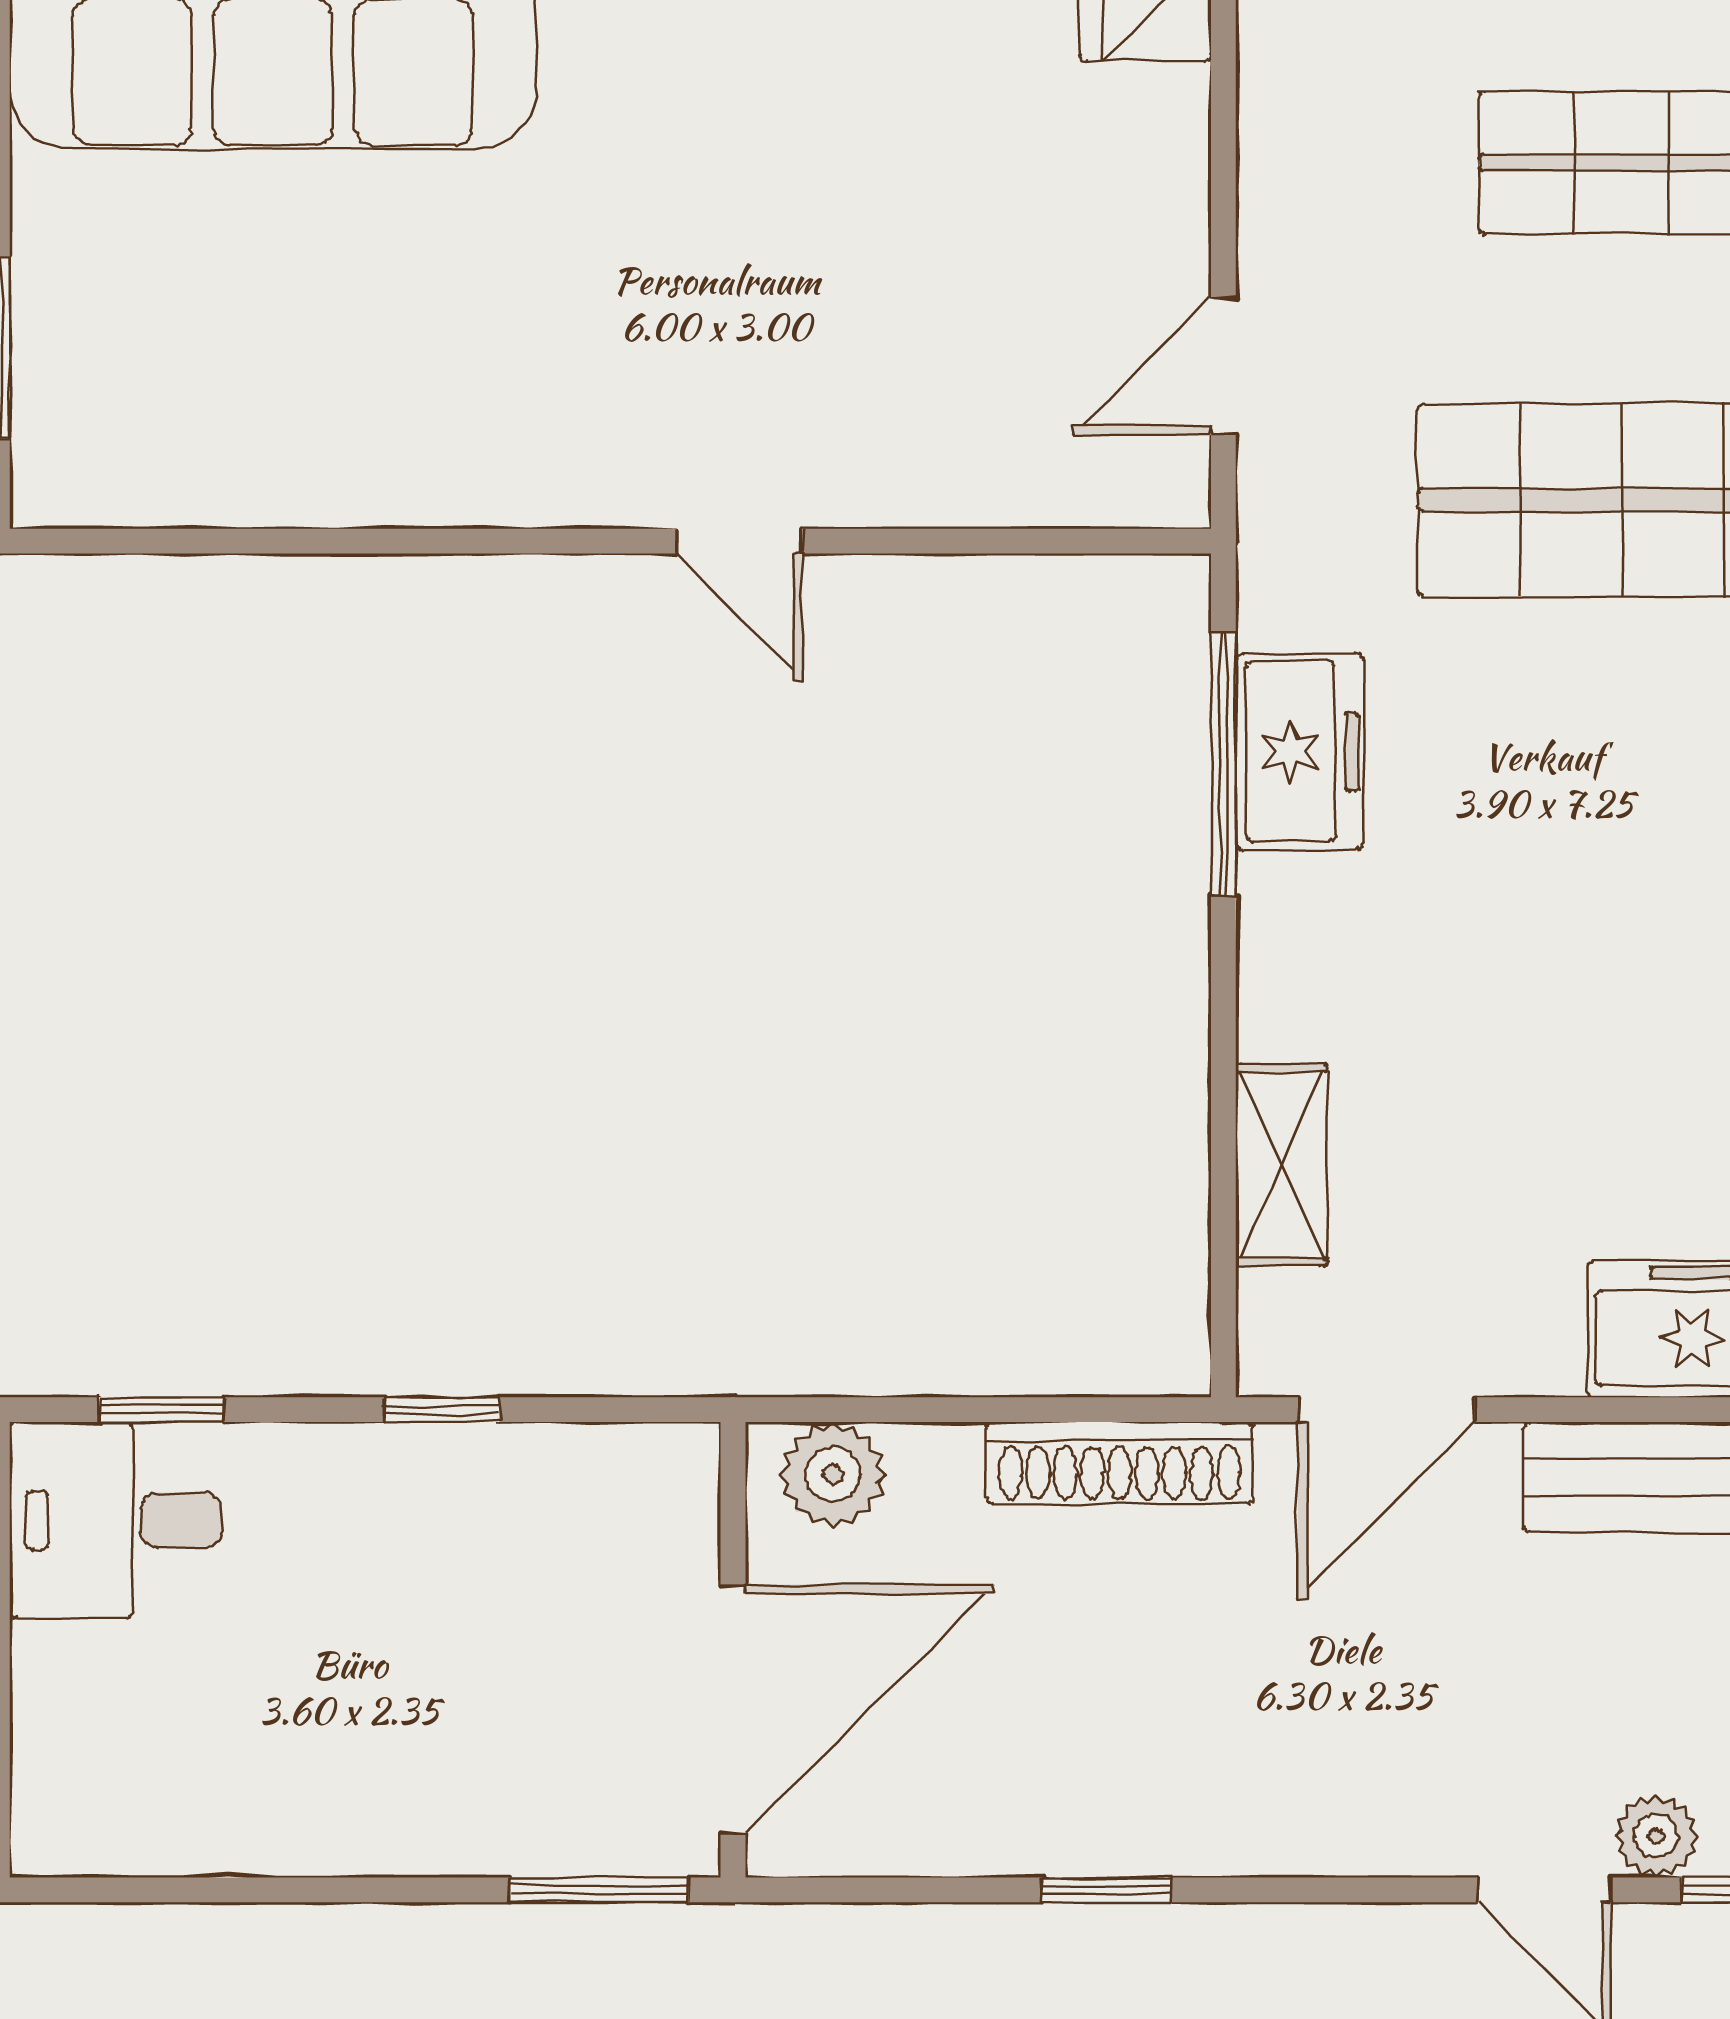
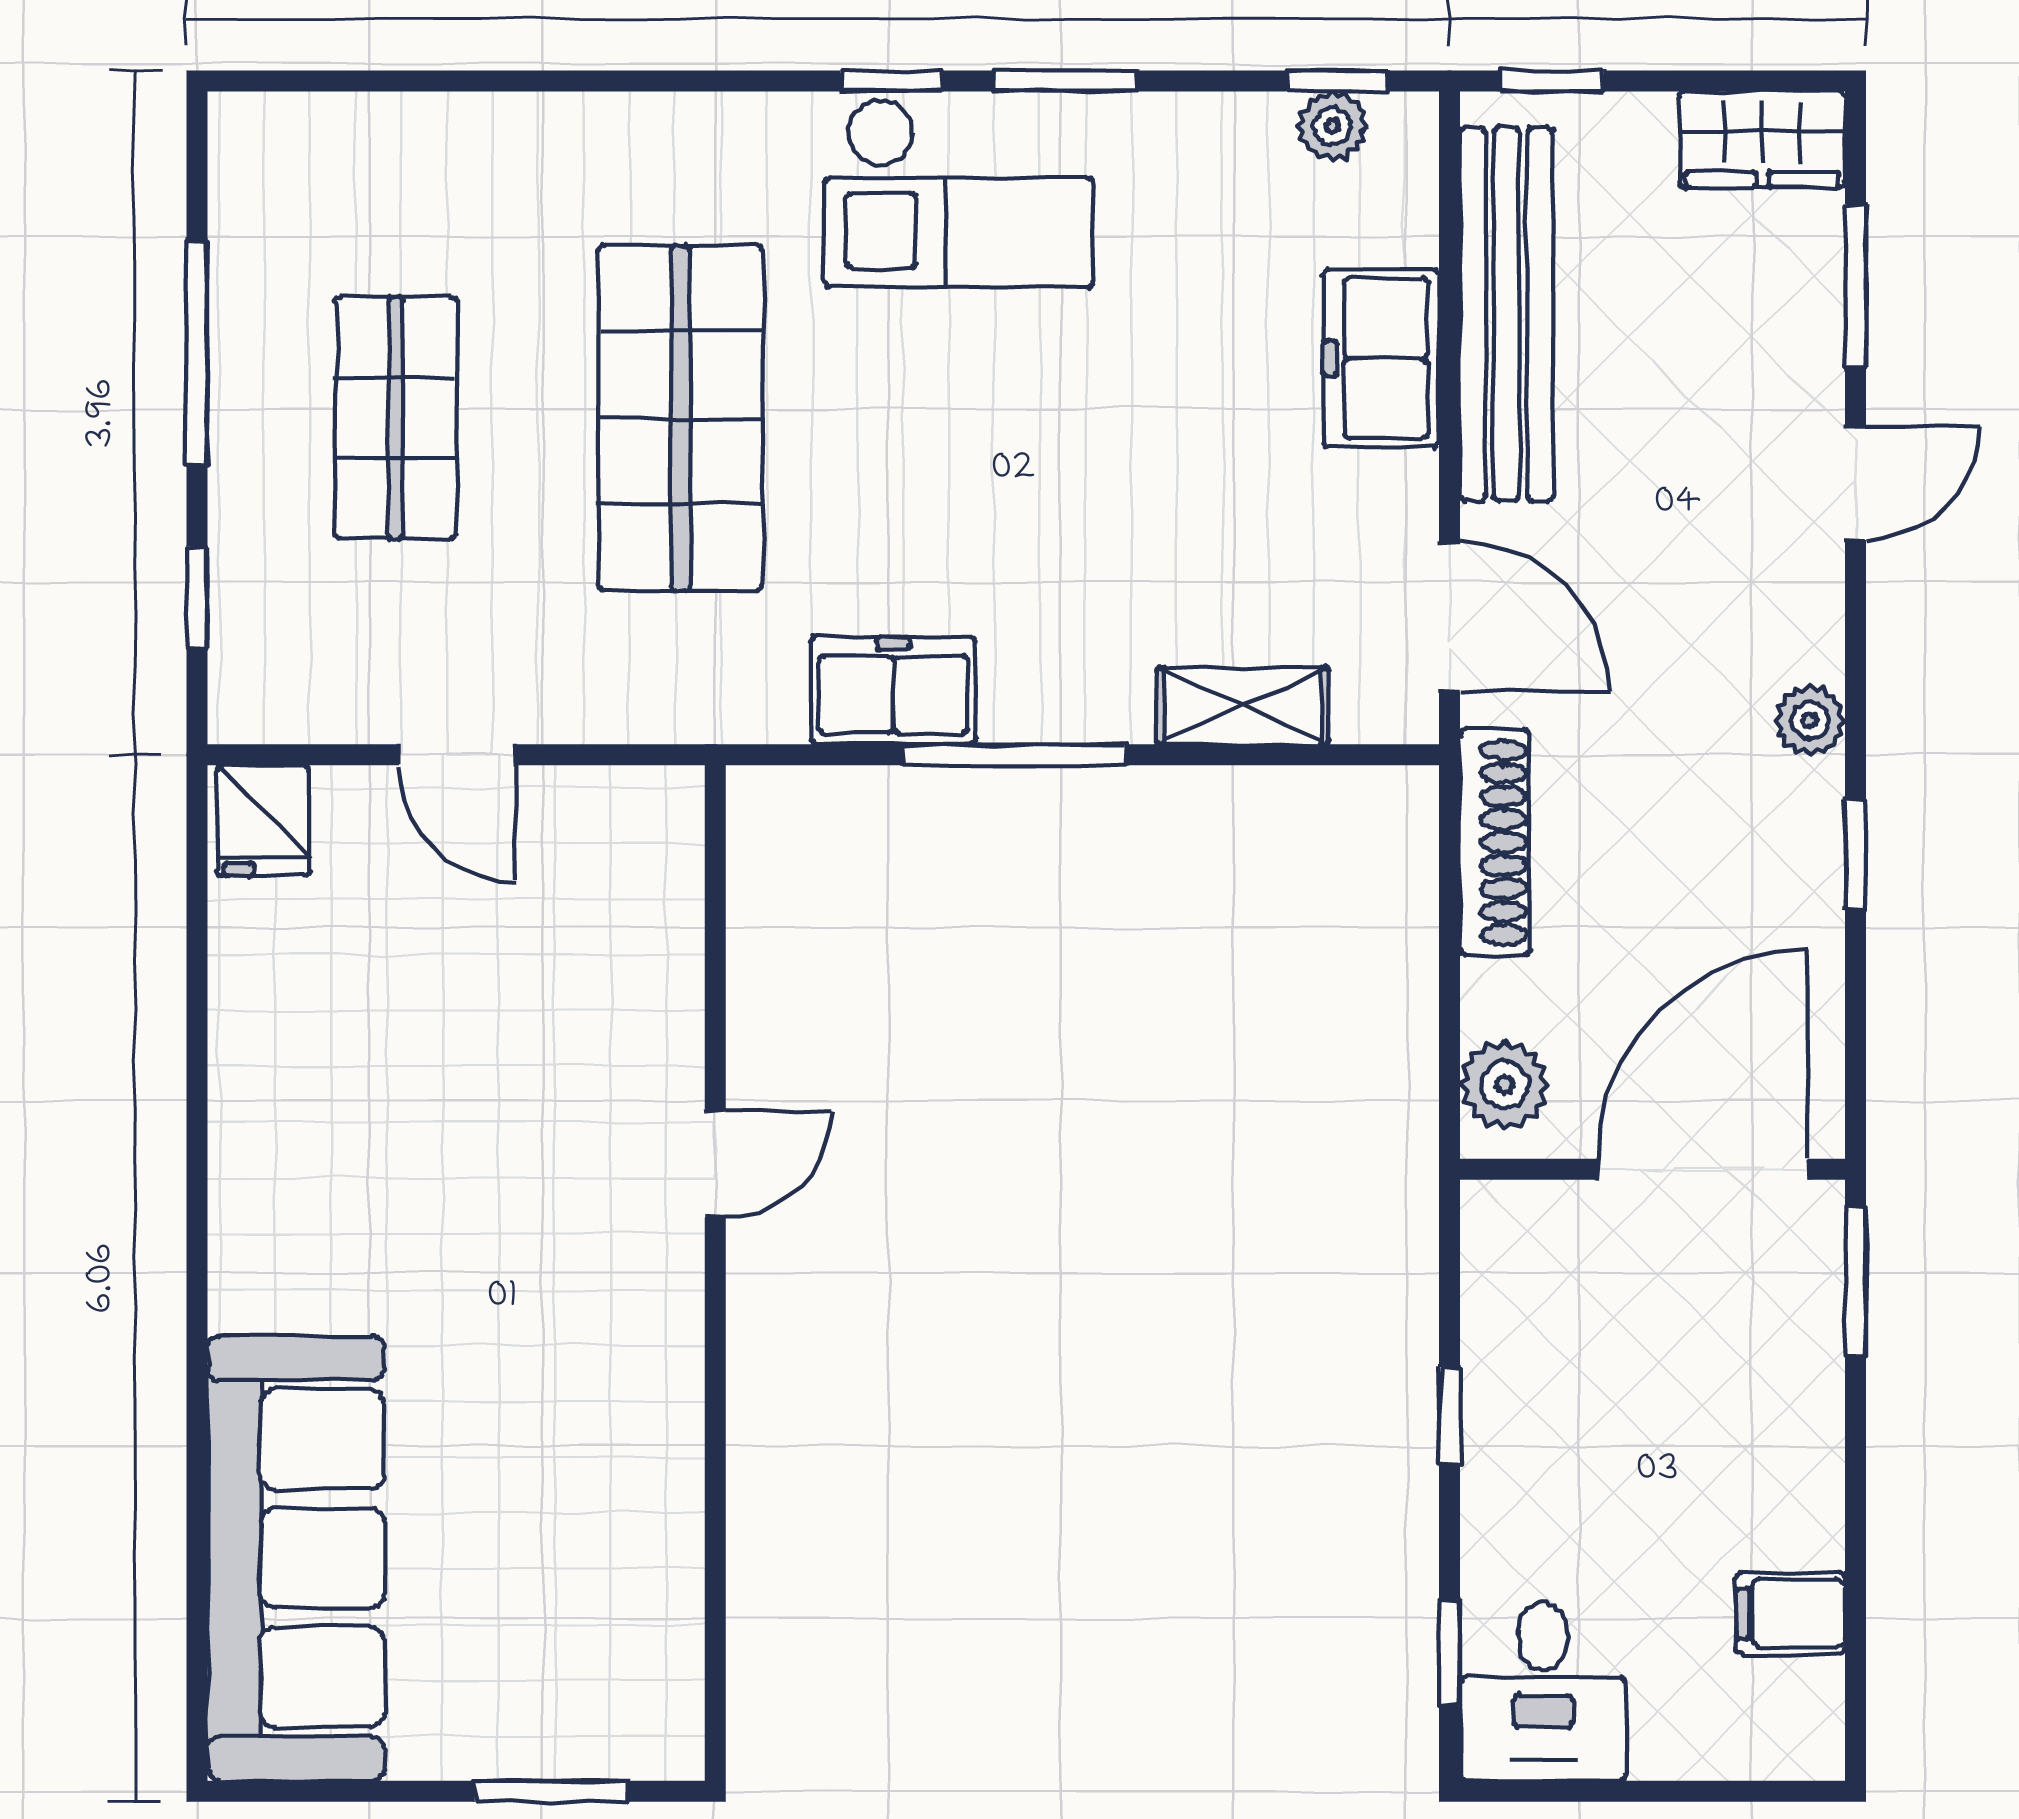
door: (1223, 366) -> (457, 755), moved
window: (1223, 764) -> (1015, 755), moved
door: (733, 1709) -> (1703, 1169), hinge flipped
filing cabinet: (208, 1813) -> (1791, 1613), added
plant: (1656, 1836) -> (1810, 720), moved

